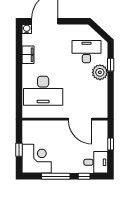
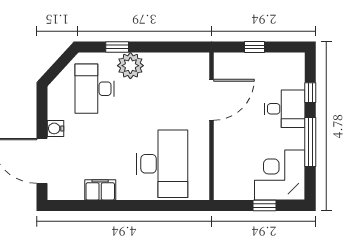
water cooler: (27, 29) -> (55, 128), moved
desk: (96, 162) -> (285, 109), moved, turned 90

